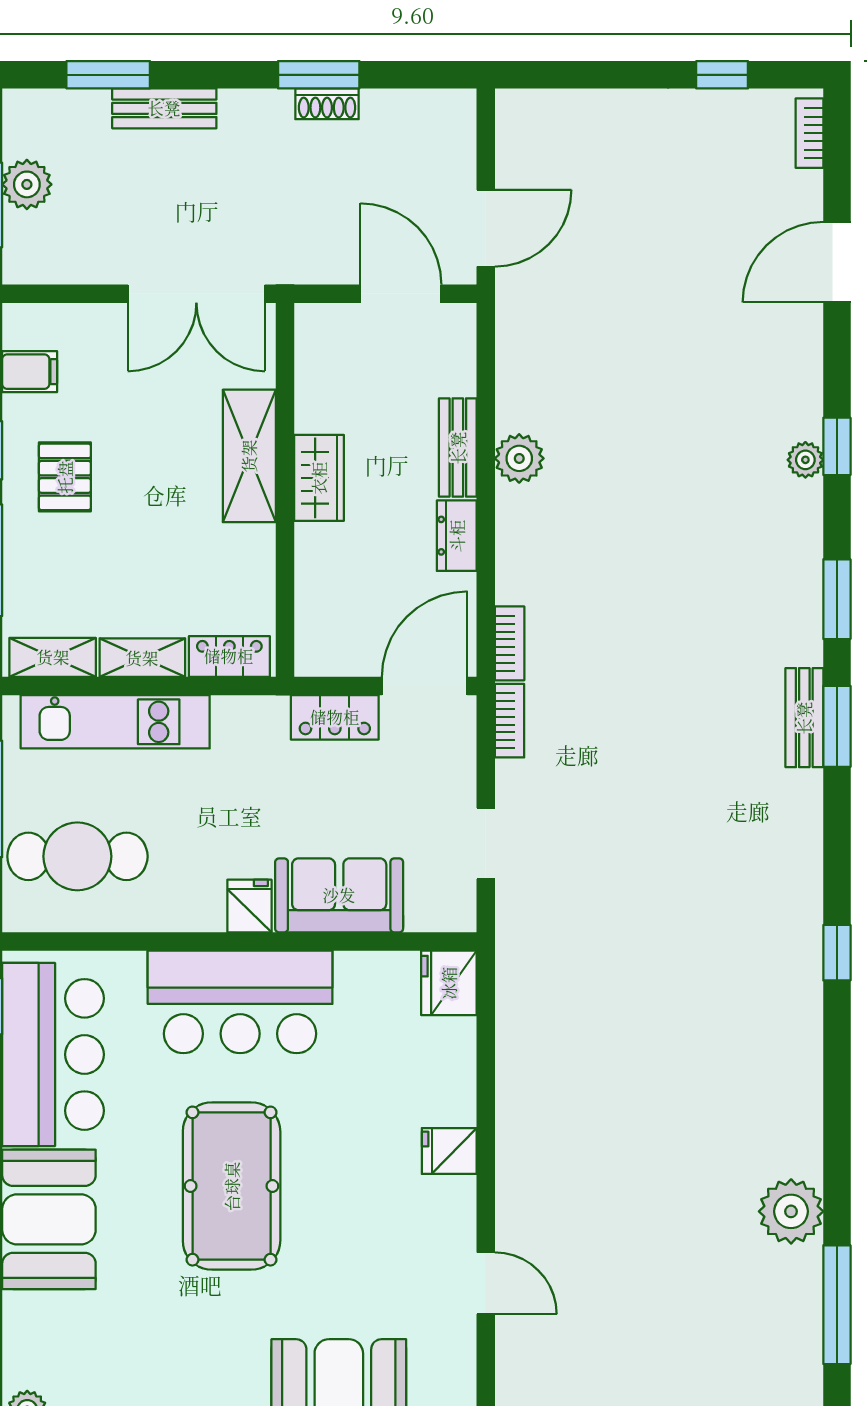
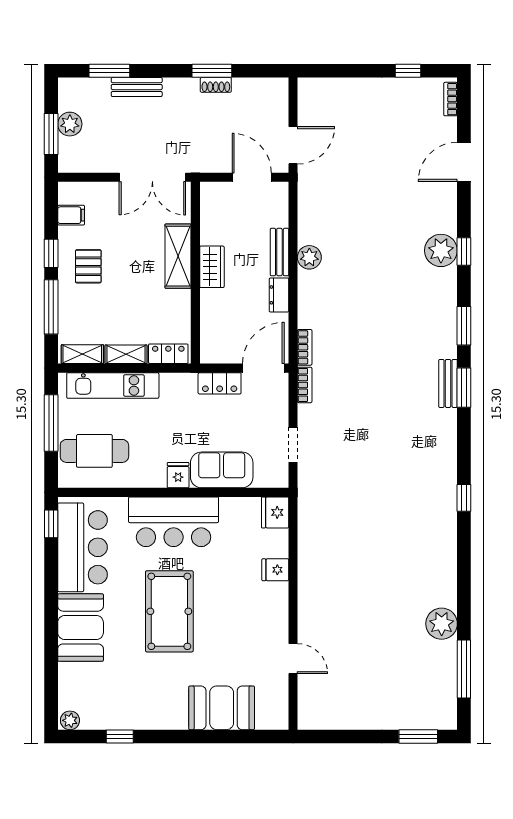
plant: (805, 460) -> (441, 250), width x1.88, depth x1.88
fridge: (449, 1151) -> (275, 570), moved

